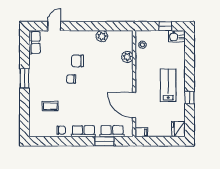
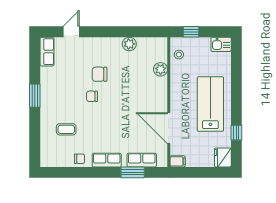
window: (165, 26) -> (191, 32), moved
lab bench: (168, 85) -> (210, 104), width x1.36, depth x1.39
window: (189, 97) -> (236, 133), moved

